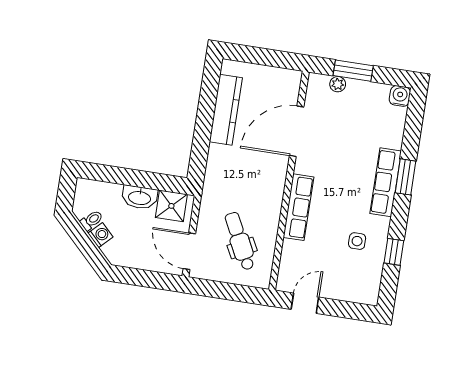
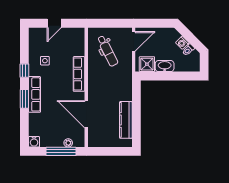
window: (353, 71) -> (61, 151), width x1.44
door: (297, 131) -> (86, 114), swing flipped
door: (189, 251) -> (134, 41), hinge flipped
window: (394, 252) -> (24, 71), moved
door: (305, 303) -> (54, 23), moved

